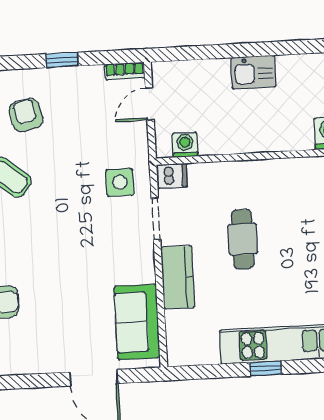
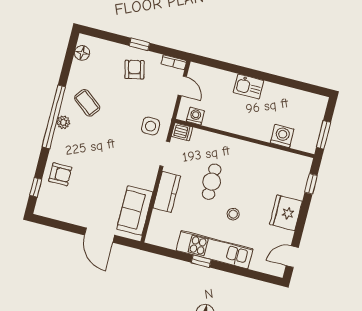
door: (150, 104) -> (182, 86), swing flipped
armchair: (26, 115) -> (135, 70), moved
stool: (292, 279) -> (233, 214), added

